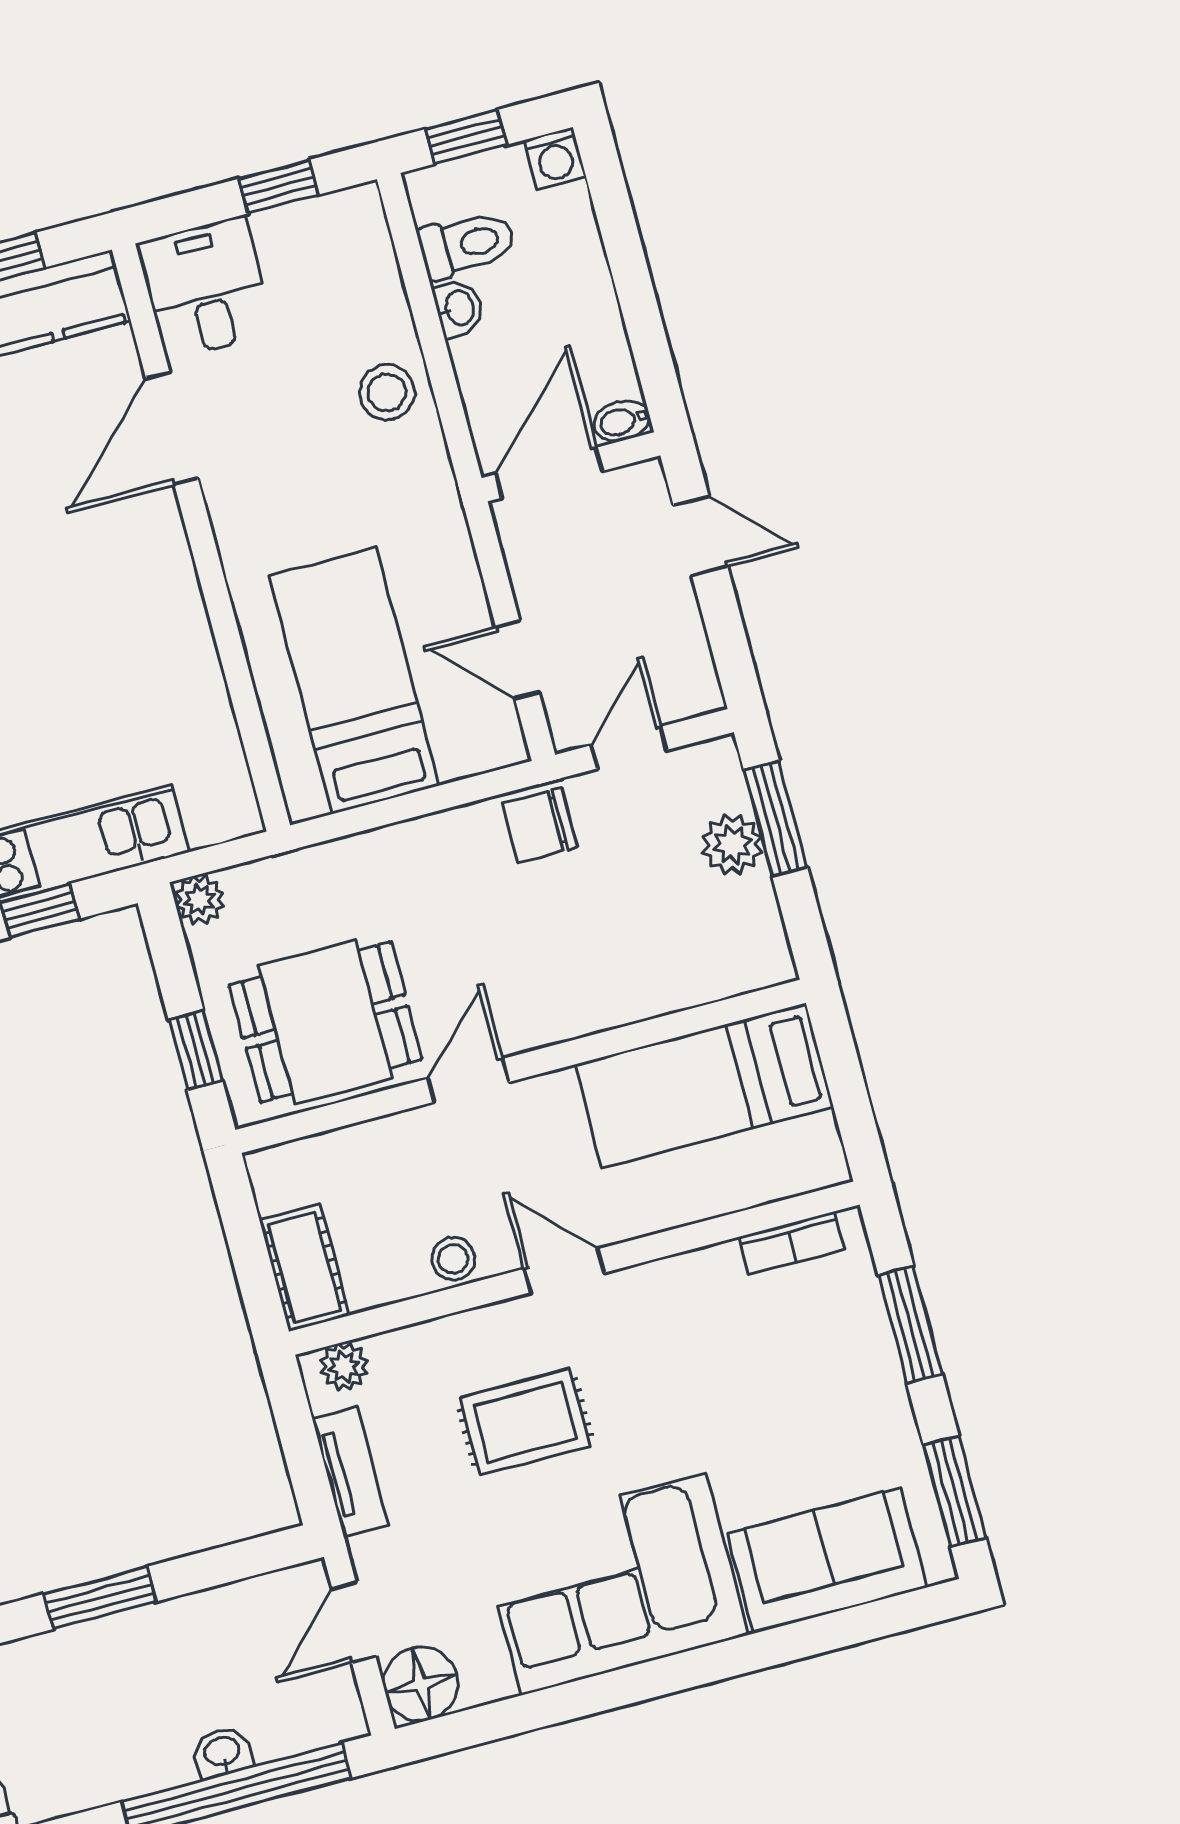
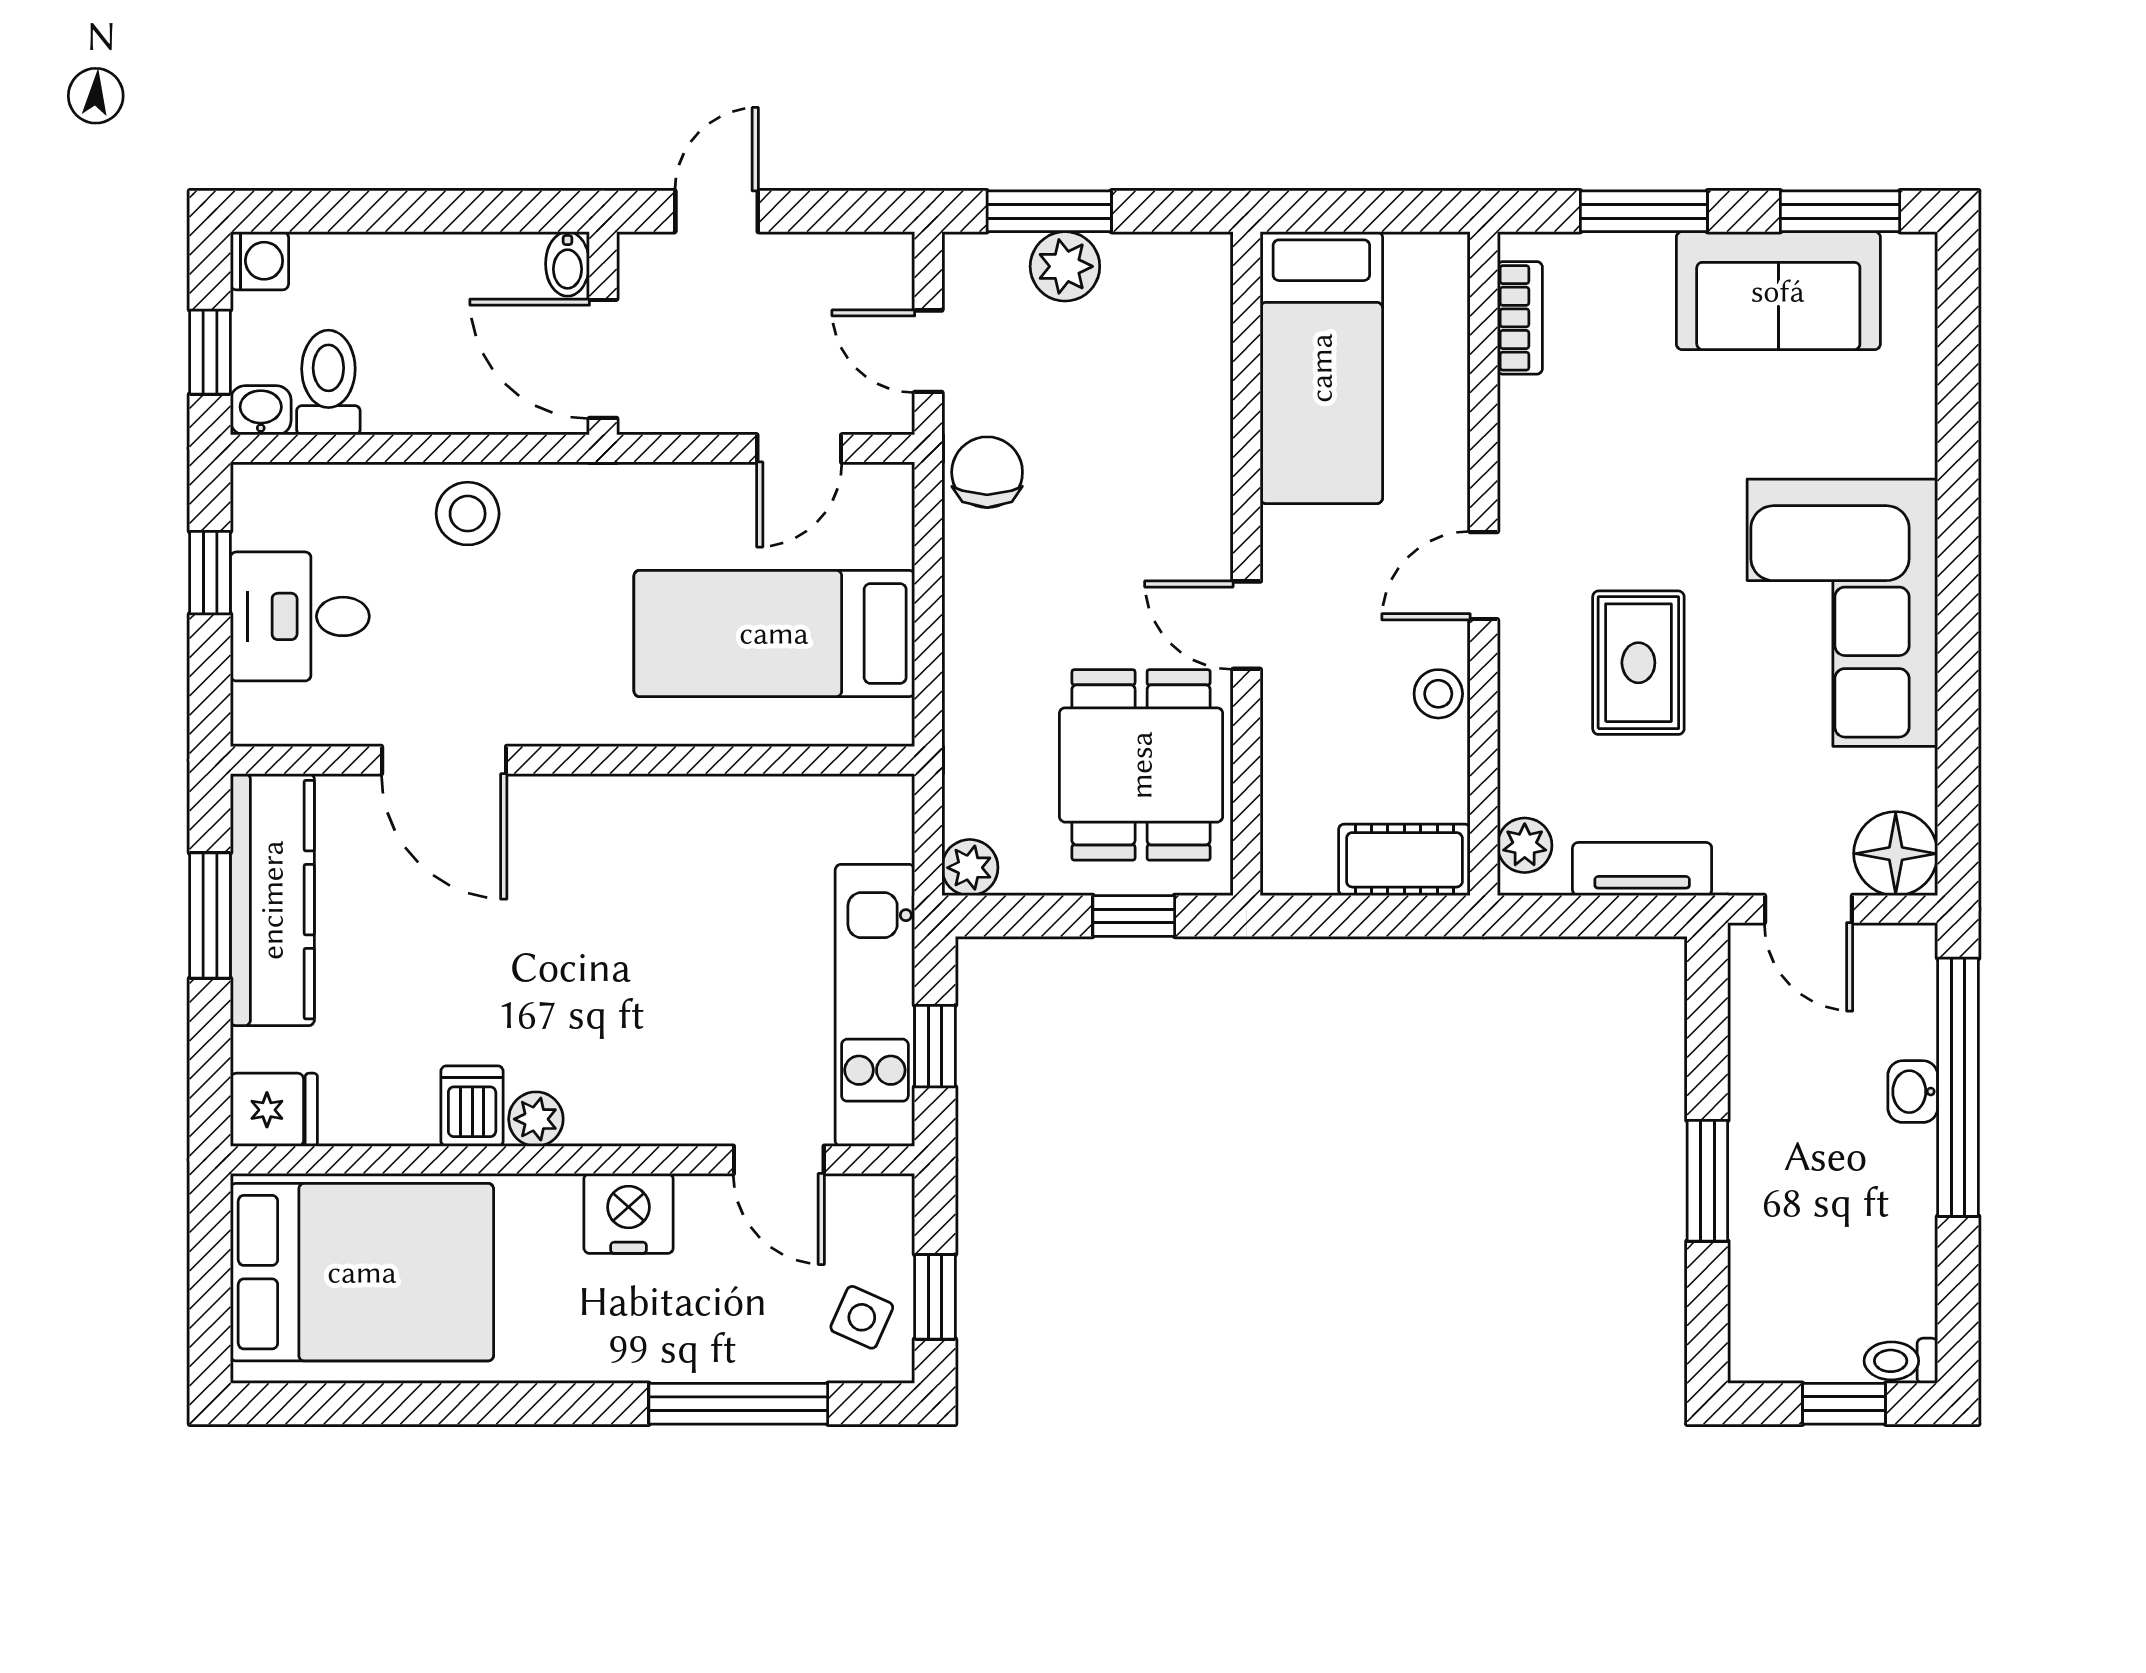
desk: (206, 288) -> (300, 616), moved
washbasin: (459, 308) -> (261, 410), moved
chair: (540, 825) -> (987, 472), turned 180
sofa: (827, 1560) -> (1778, 291), moved, turned -90

